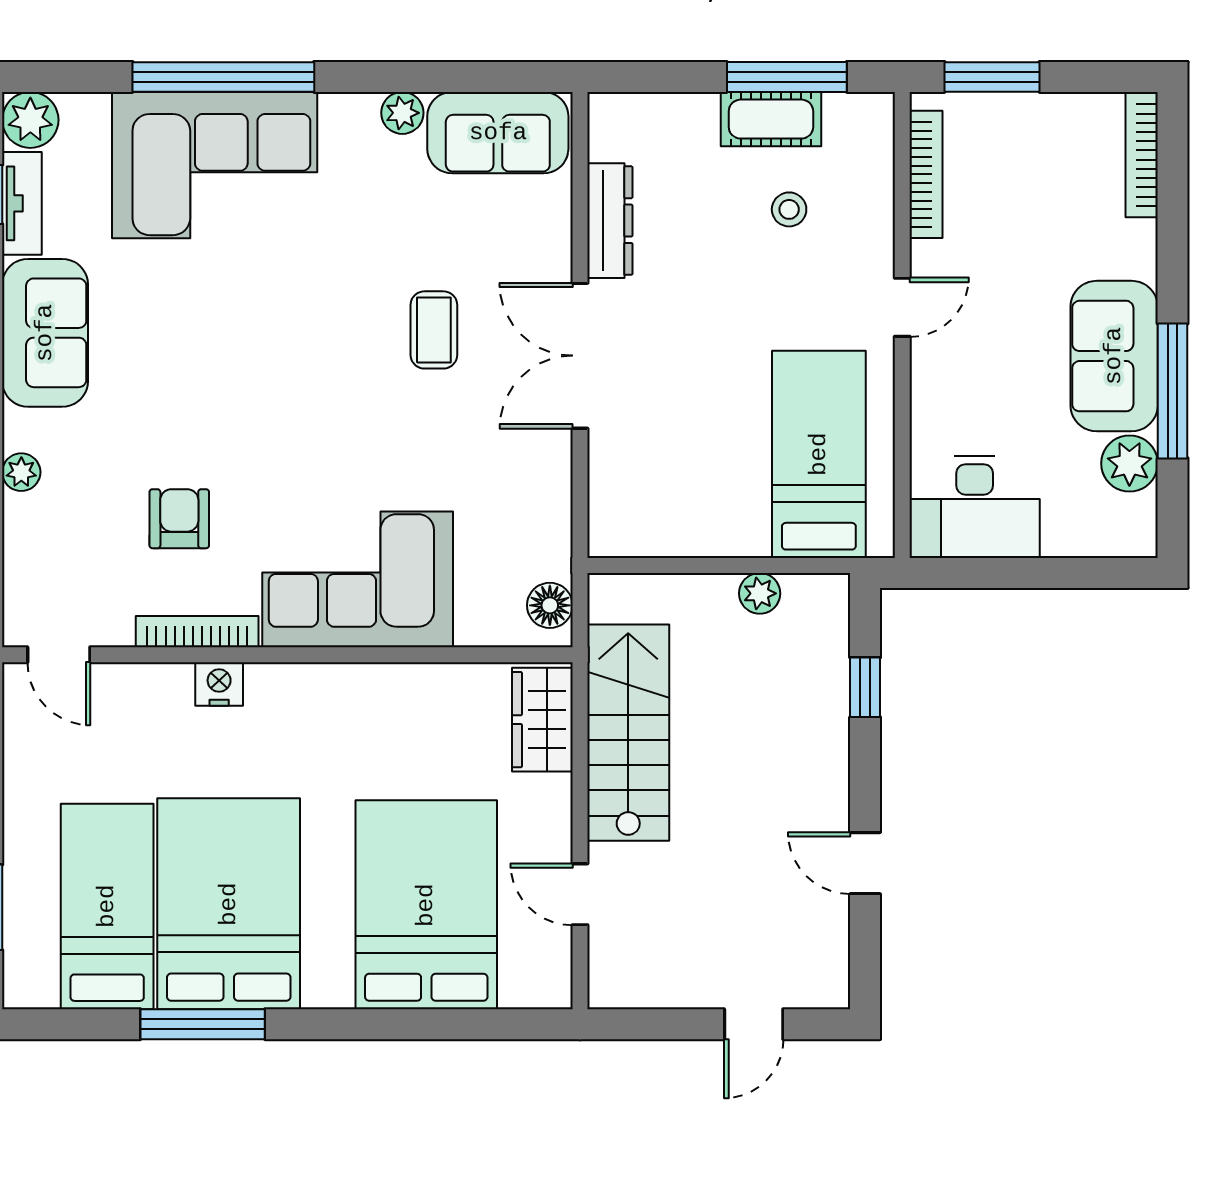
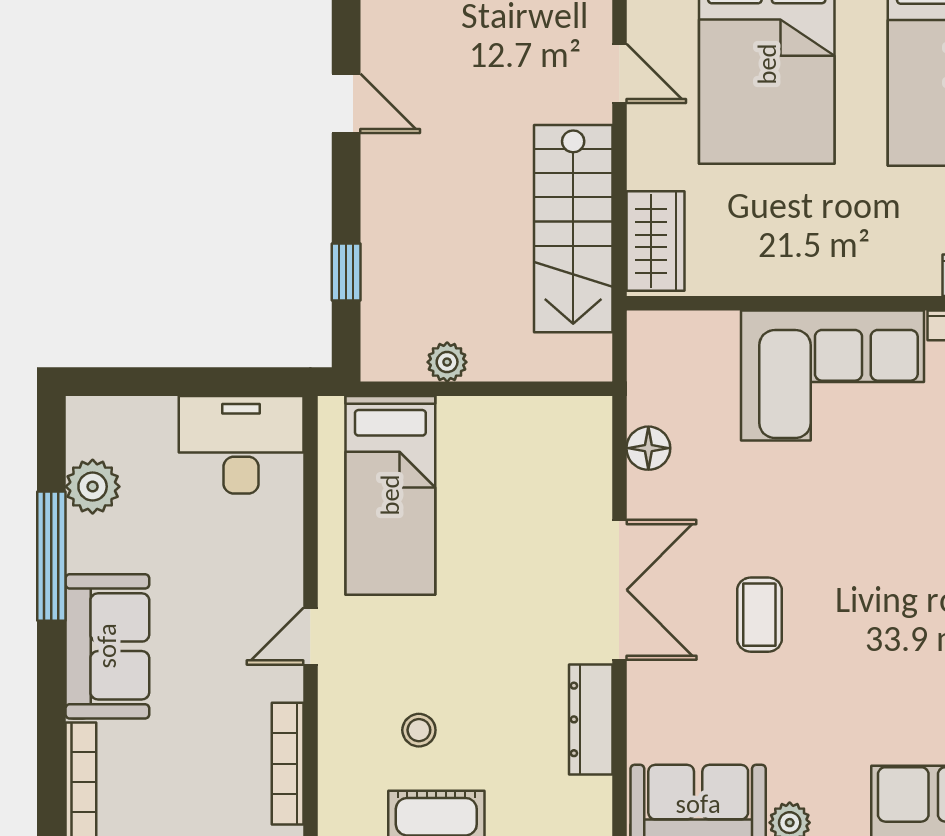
sofa: (1114, 356) -> (107, 646), moved
floor lamp: (550, 605) -> (648, 448), moved

